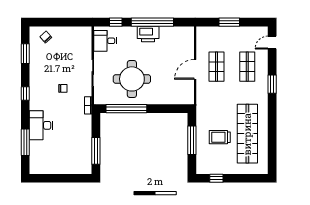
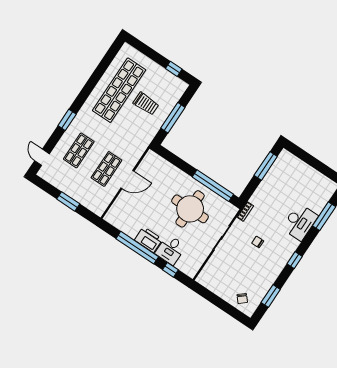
desk: (105, 41) -> (170, 250), moved, turned 90
door: (272, 43) -> (42, 157), swing flipped

